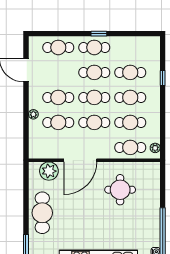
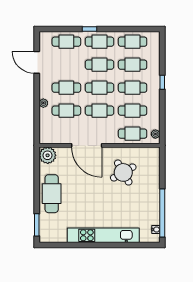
window: (99, 34) -> (89, 29), moved
cafe table: (130, 47) -> (133, 42), added
window: (163, 78) -> (162, 82), moved
door: (80, 160) -> (87, 145), hinge flipped
plant: (49, 171) -> (48, 155), moved
round table: (120, 190) -> (123, 172), turned -30

